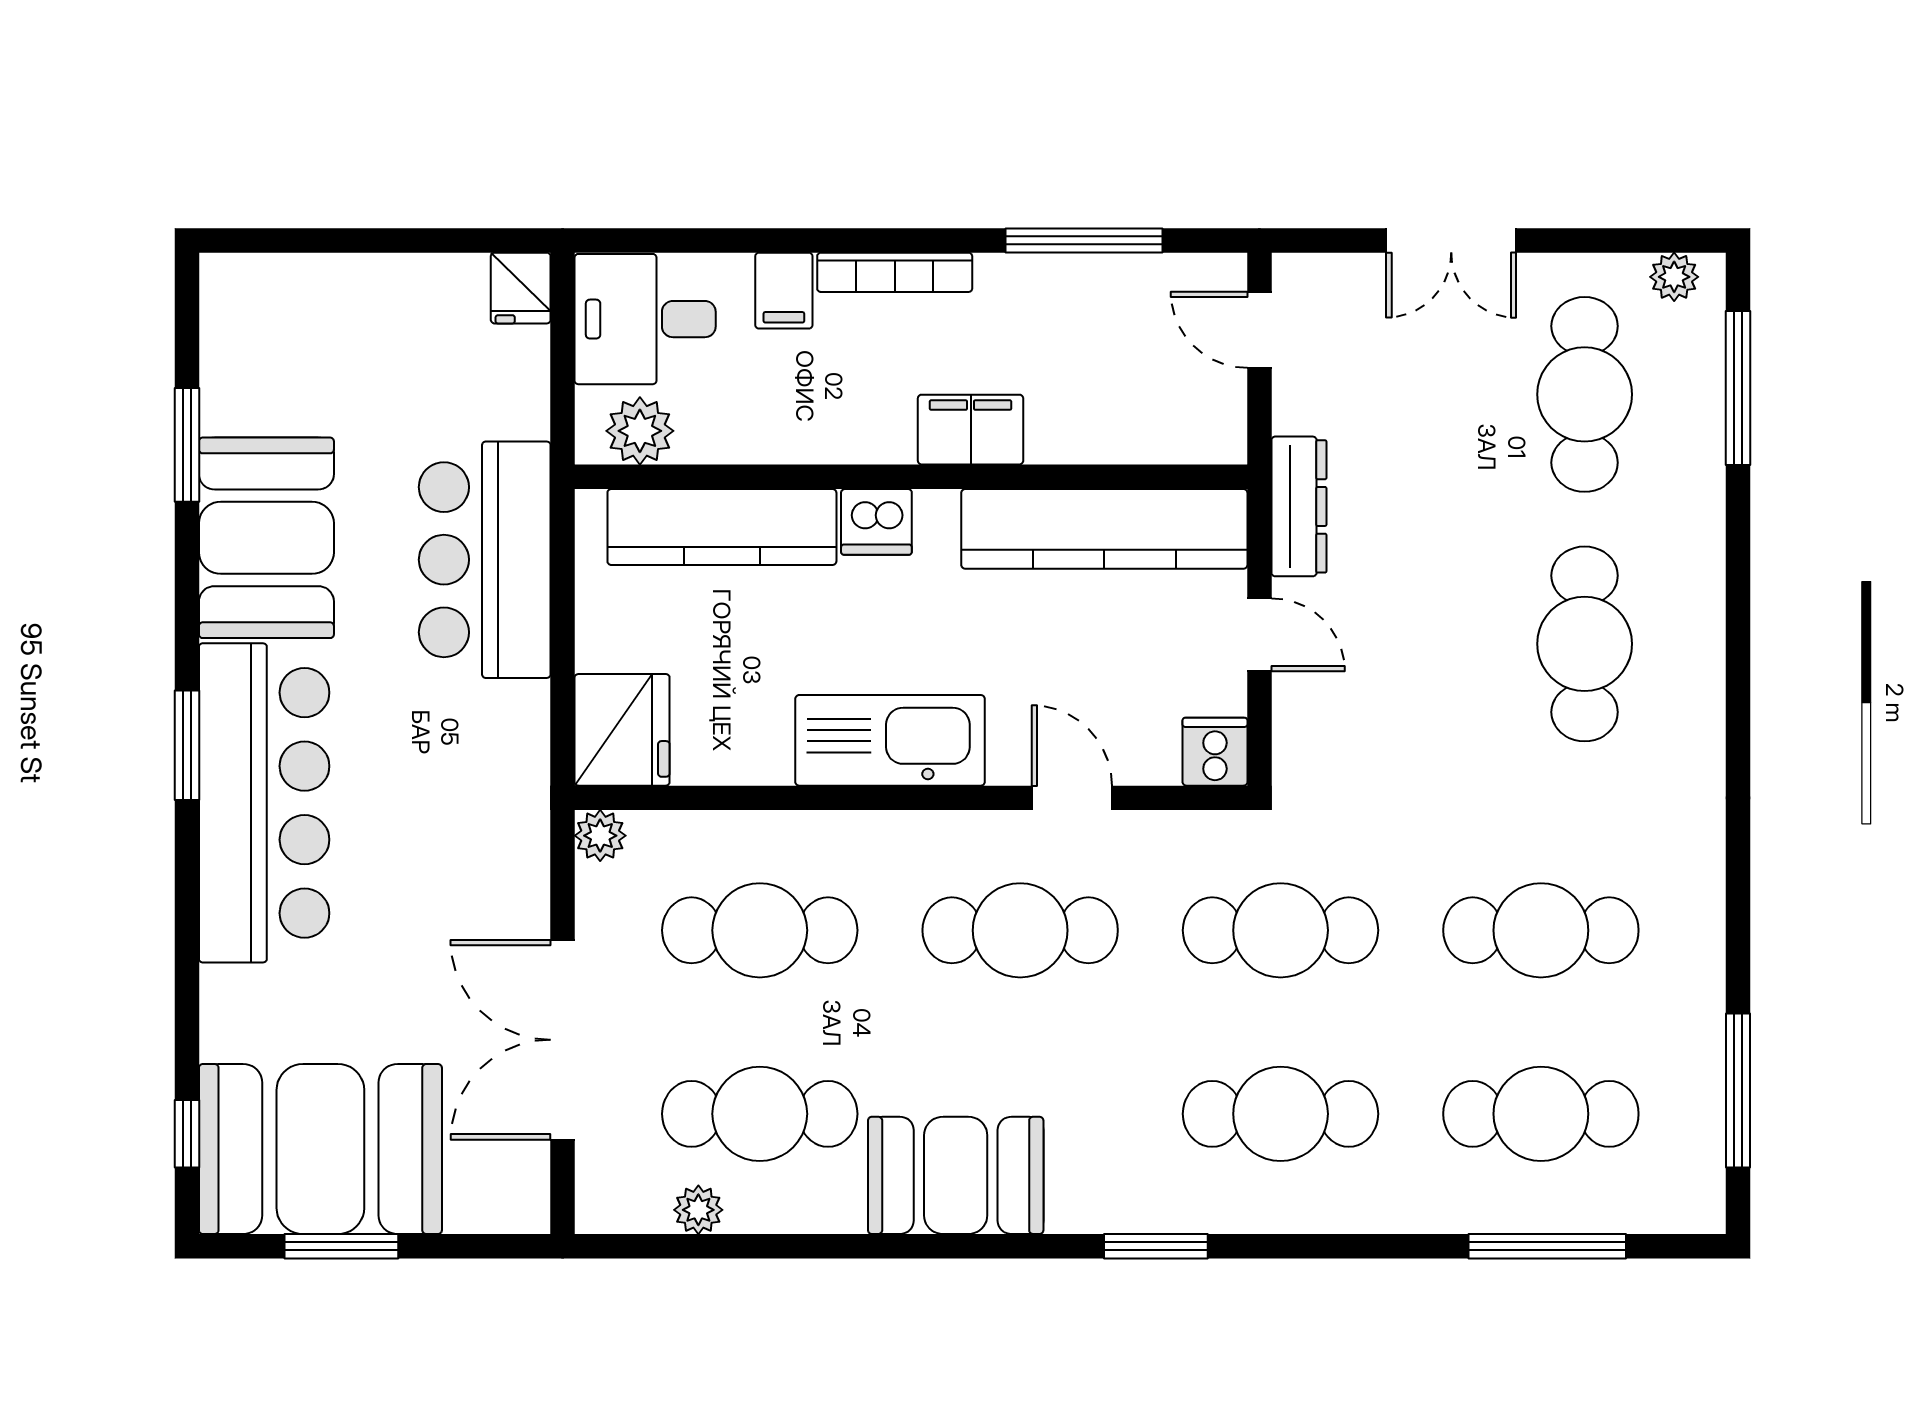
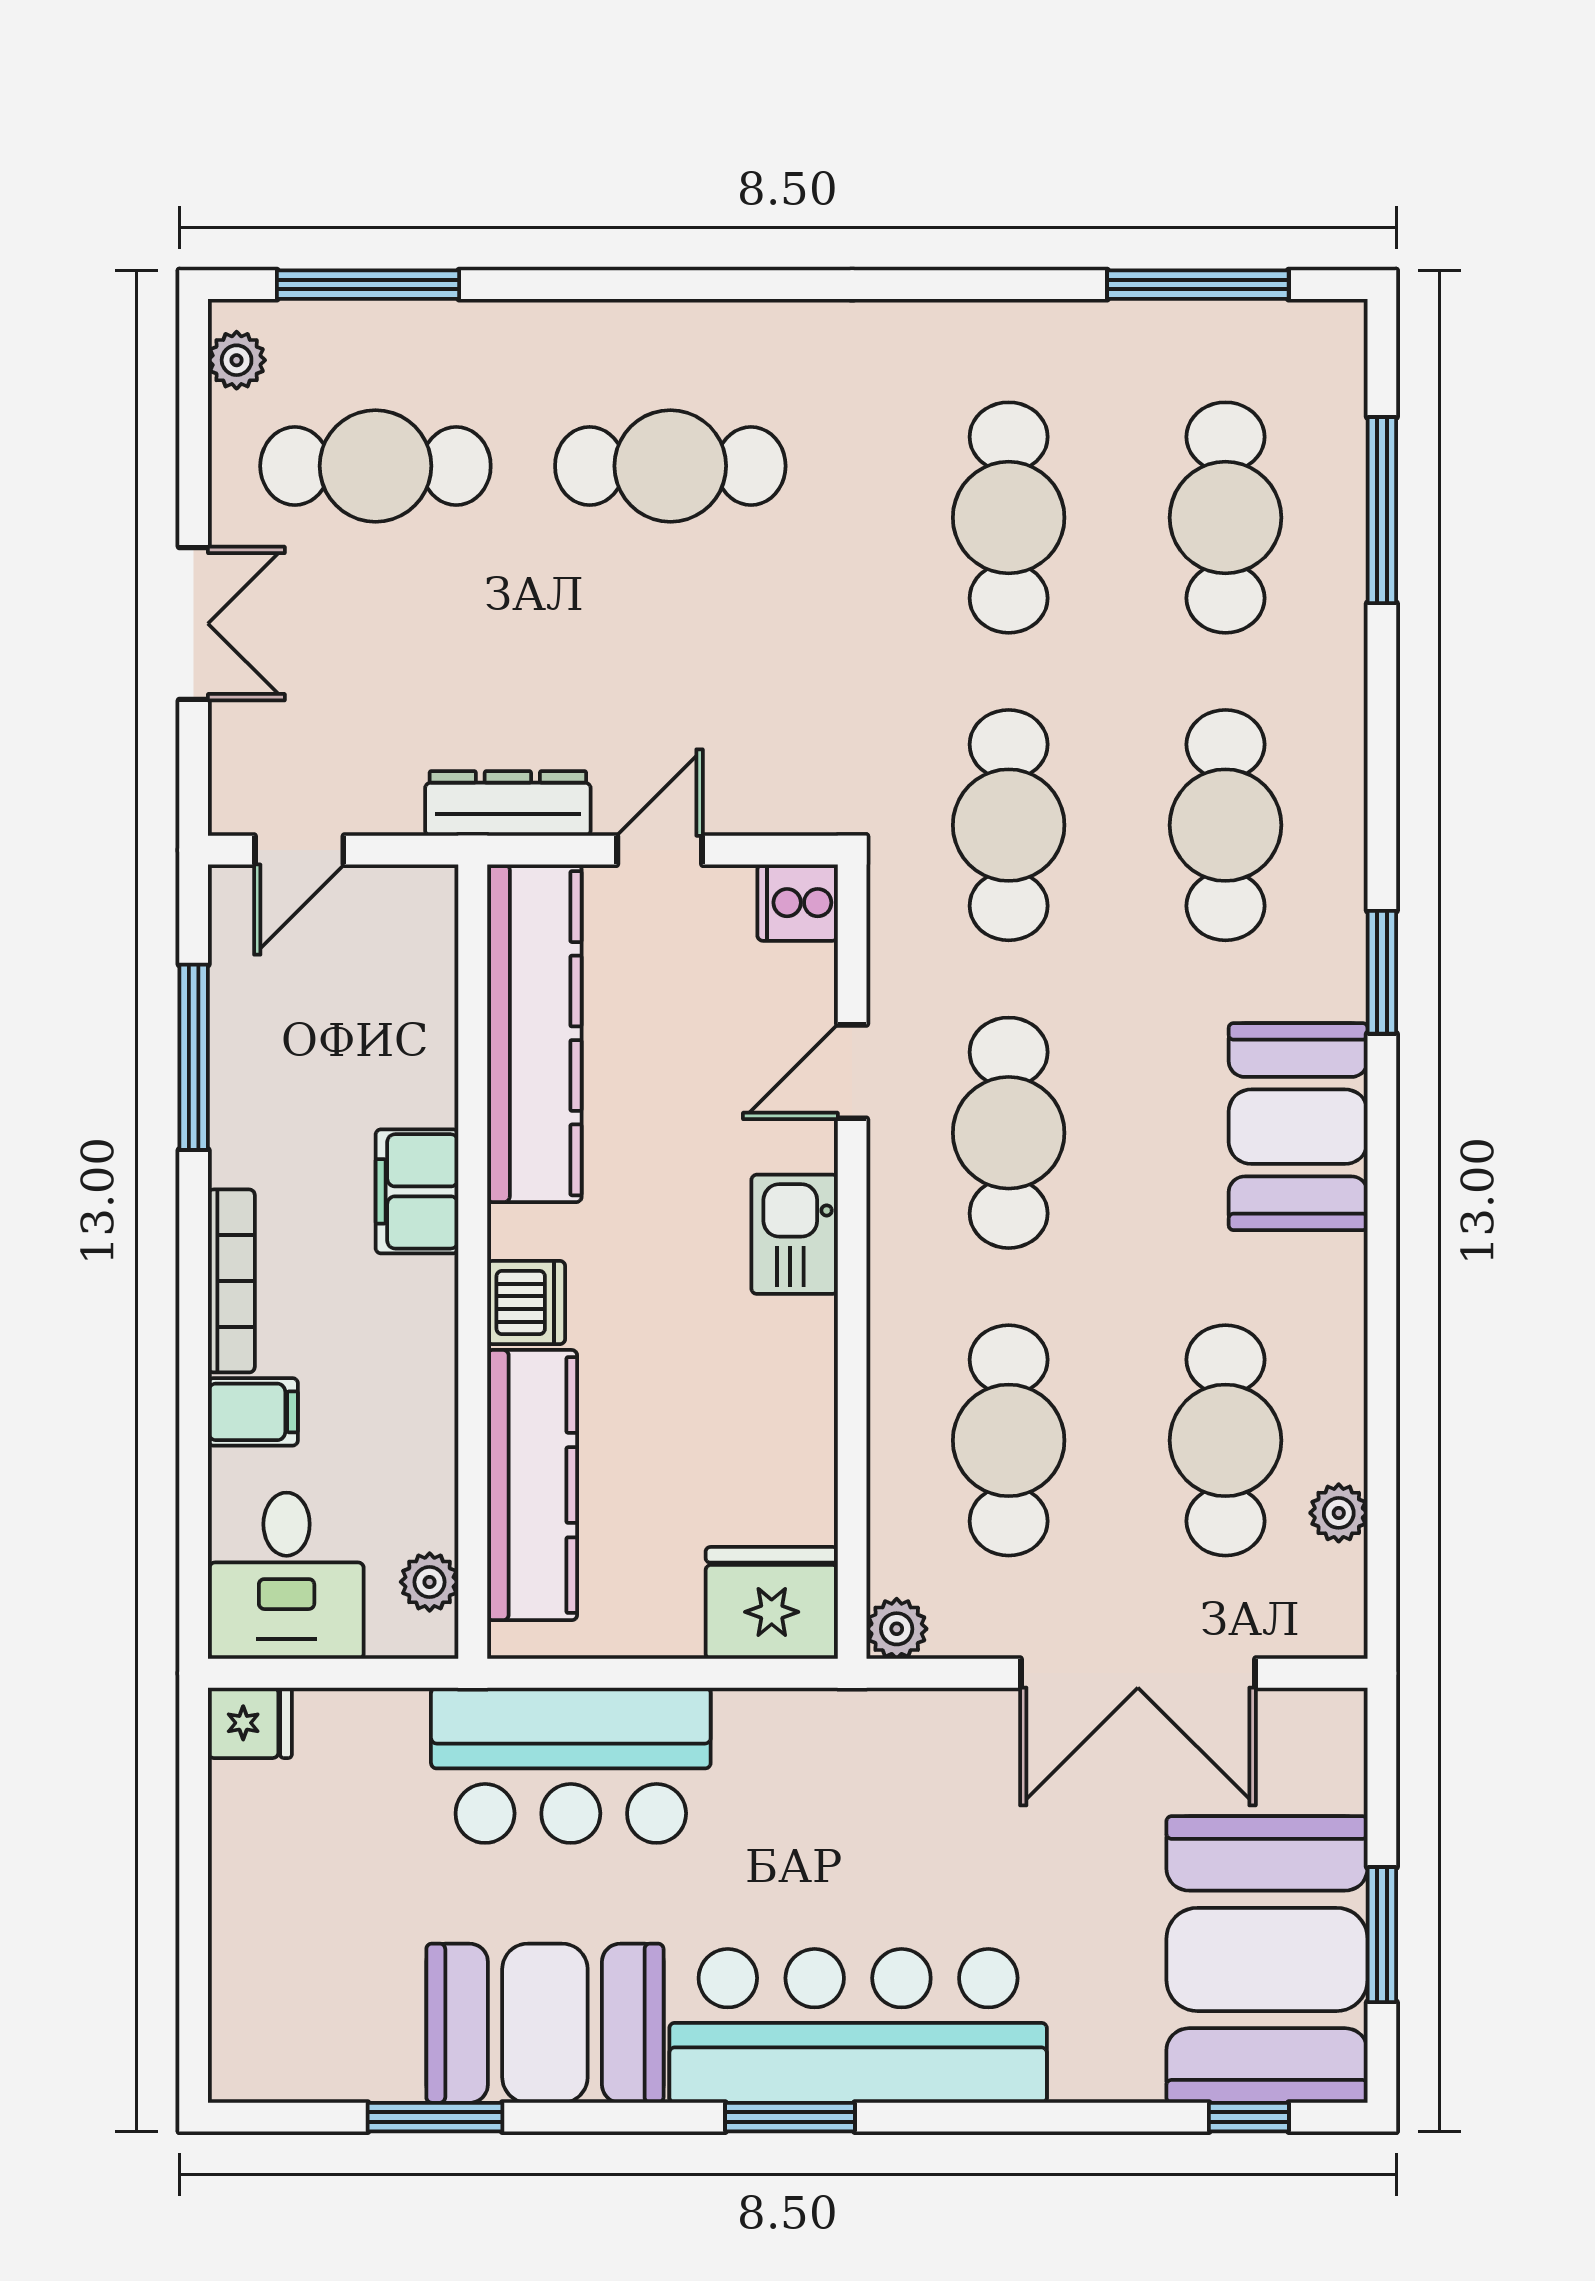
plant: (640, 431) -> (430, 1582), width x0.73, depth x0.73
kitchen sink: (890, 740) -> (795, 1234), width x0.53, depth x0.81
booth: (956, 1175) -> (1298, 1127), moved

